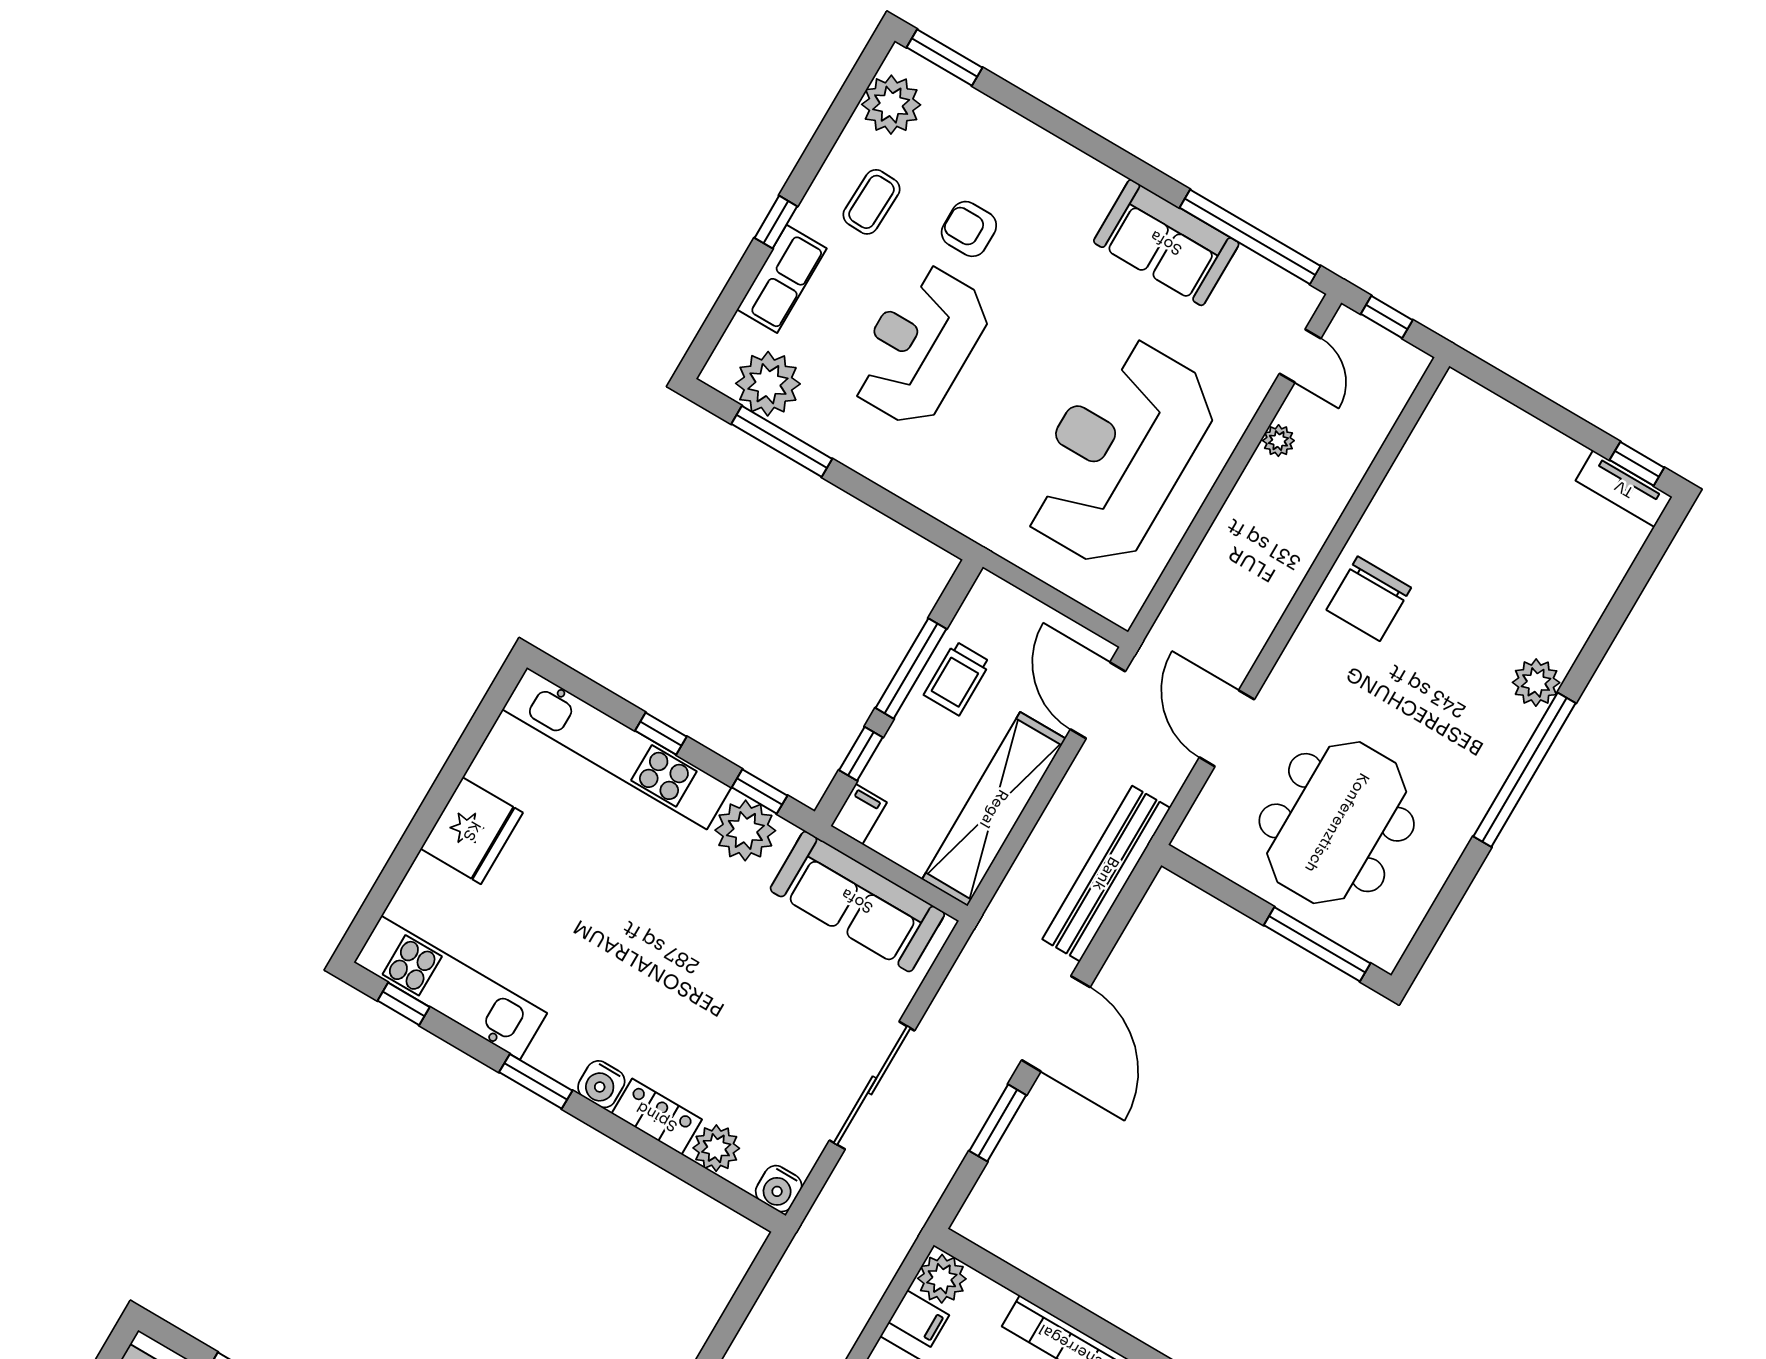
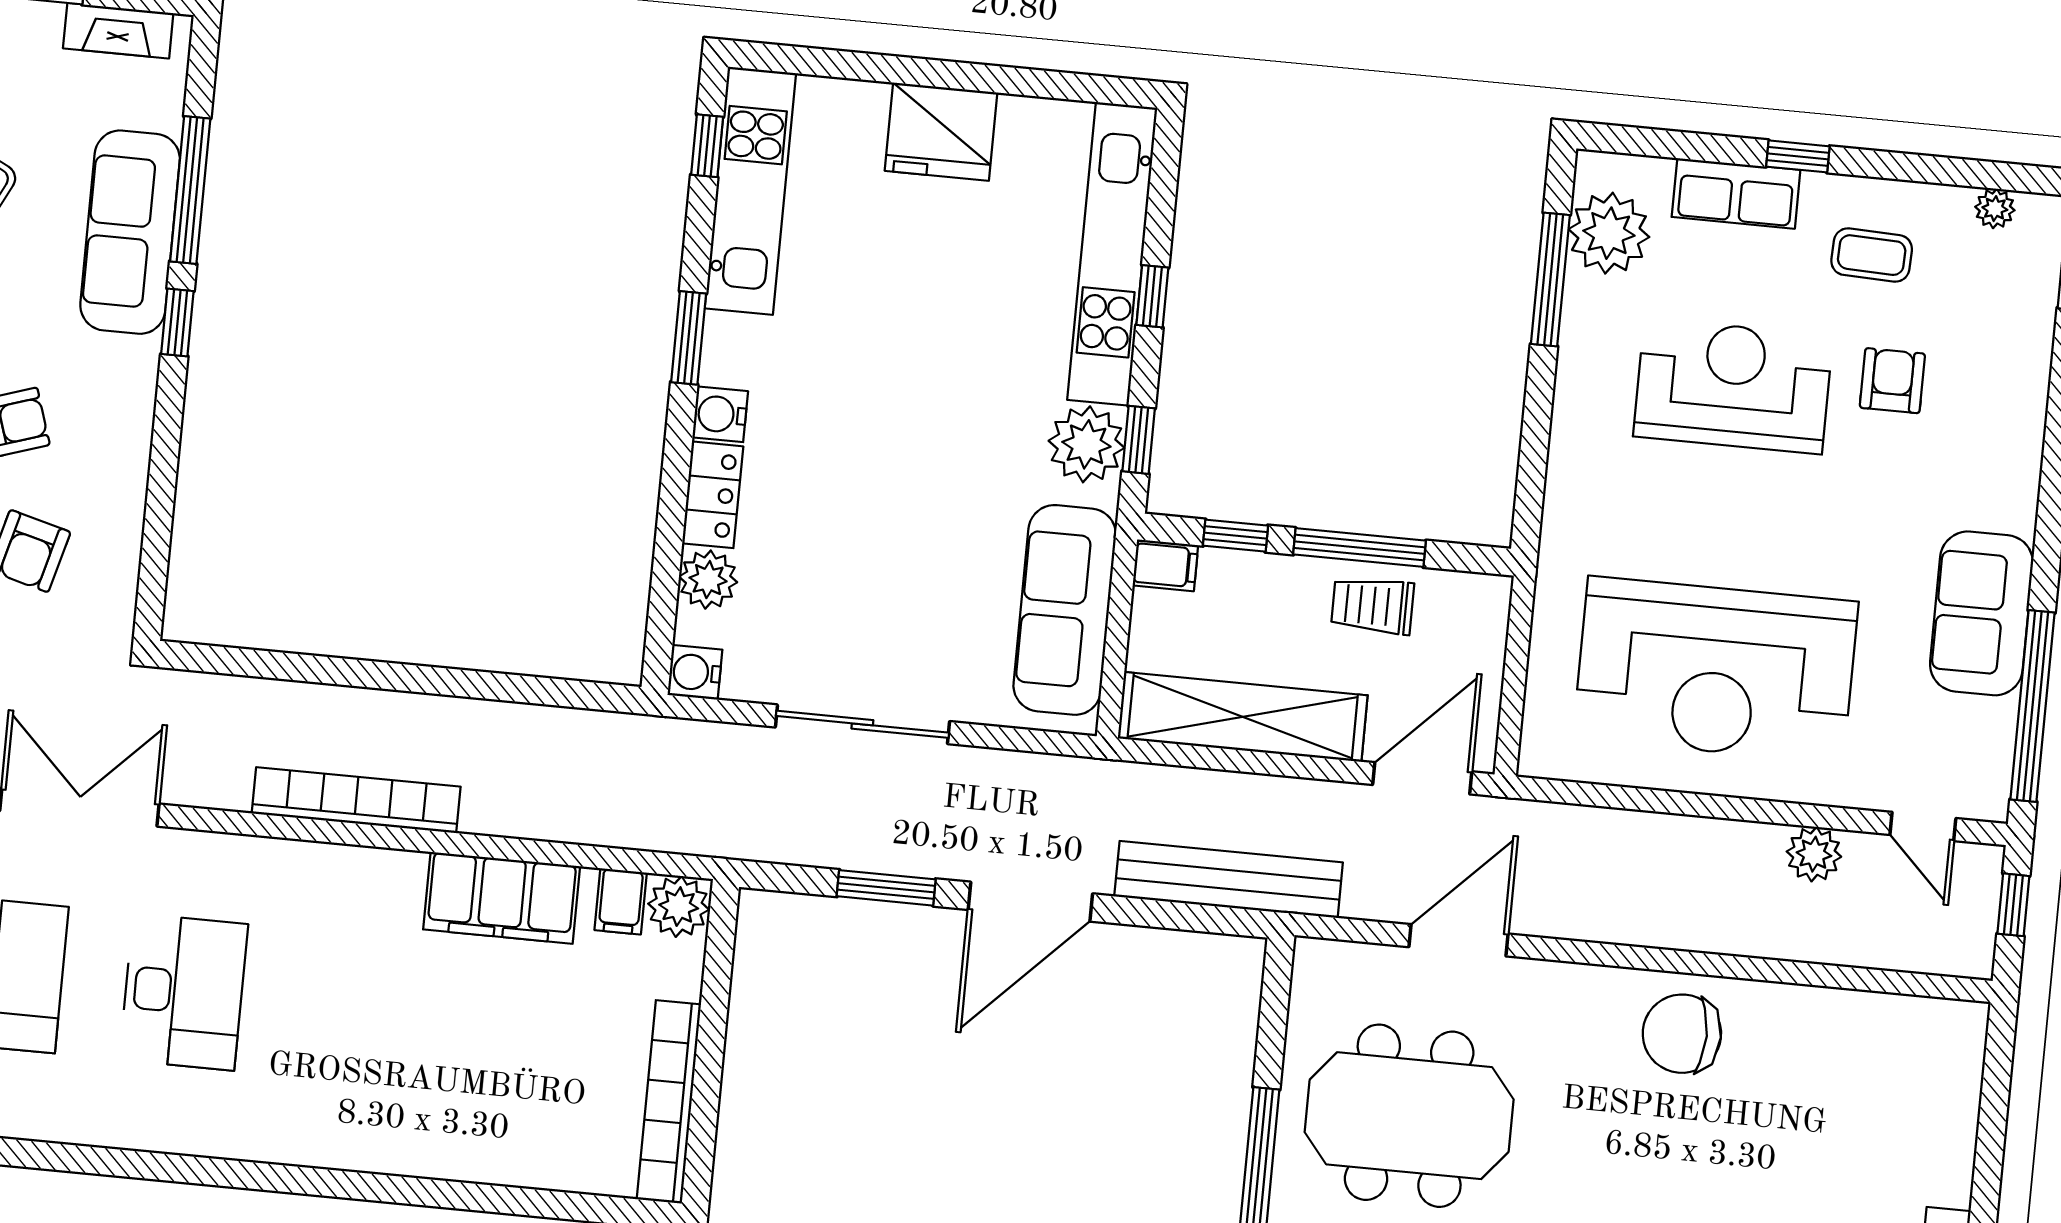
plant: (891, 105) -> (1995, 209), width x0.53, depth x0.53
door: (1300, 356) -> (1923, 826), hinge flipped
plant: (1278, 441) -> (1814, 854), width x1.38, depth x1.38
reception desk: (1118, 453) -> (1716, 670), turned 180

